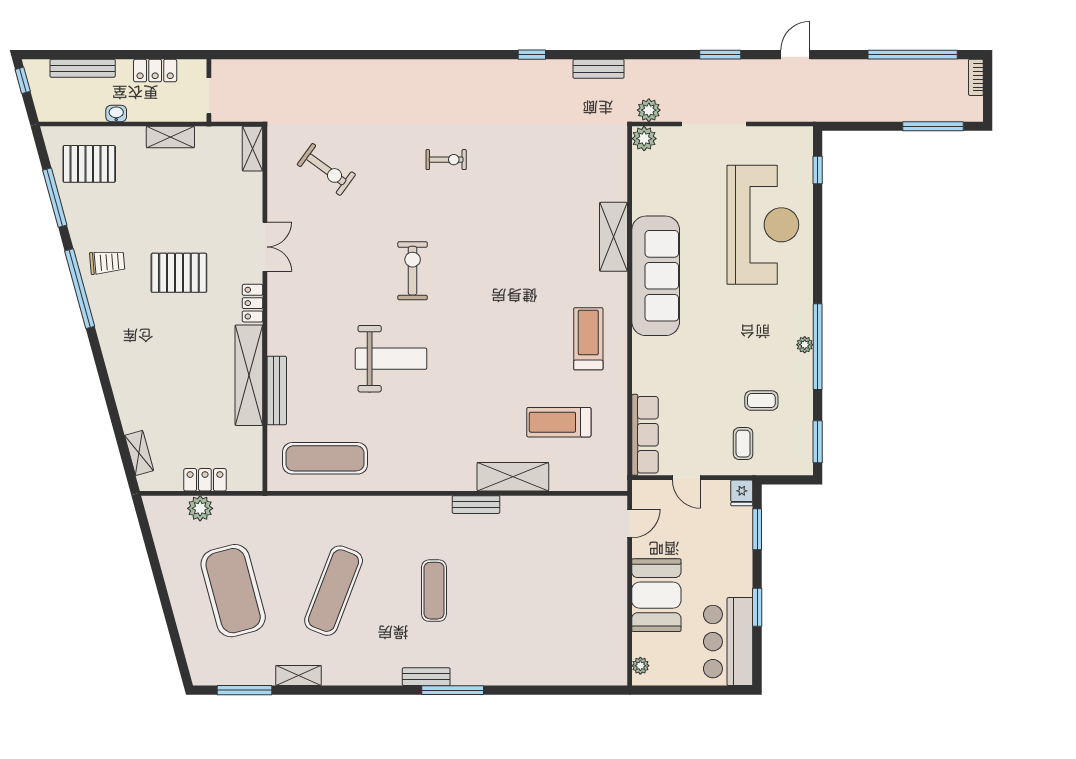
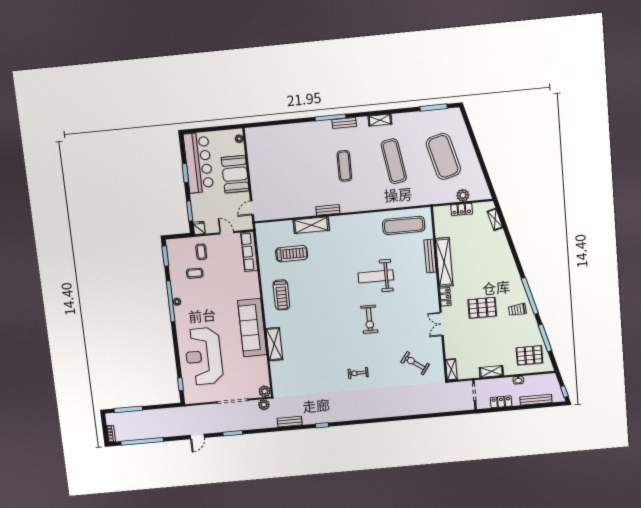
exercise mat: (334, 591) -> (394, 161), turned -30
bar counter: (728, 642) -> (198, 163), width x1.36
shelving: (298, 676) -> (380, 120), moved

